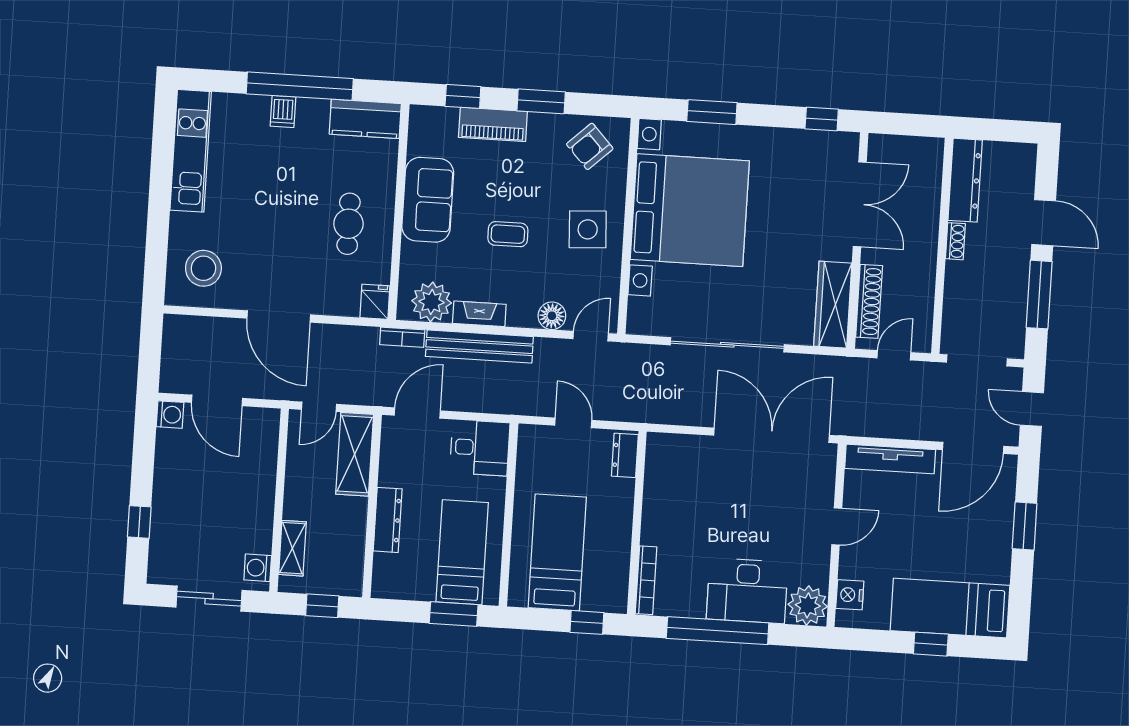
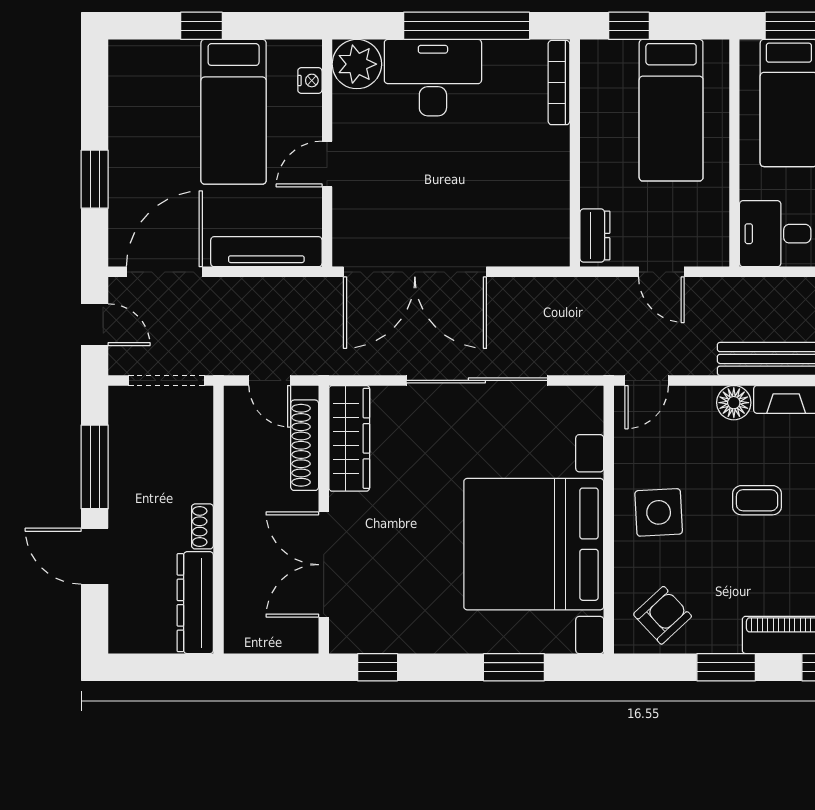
floor lamp: (552, 316) -> (734, 403), moved
door: (894, 355) -> (270, 380), hinge flipped
nightstand: (850, 595) -> (310, 80), width x0.72, depth x0.74
bed: (950, 608) -> (234, 112), moved, turned 90

